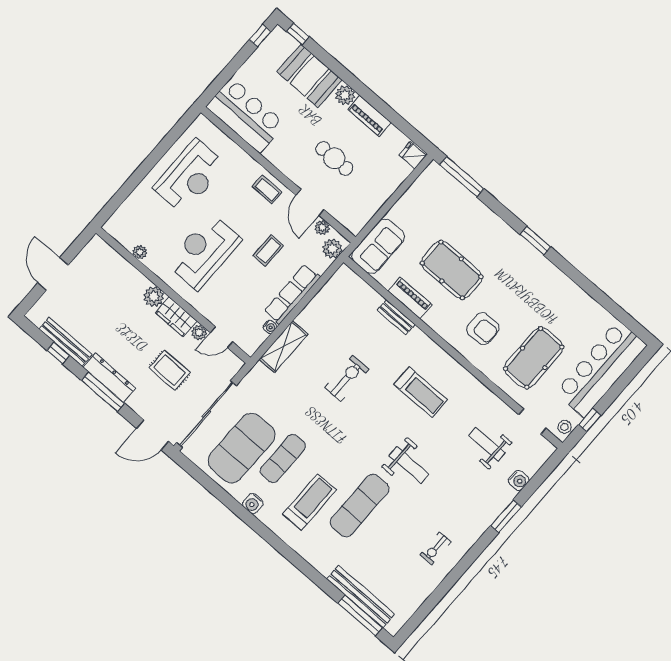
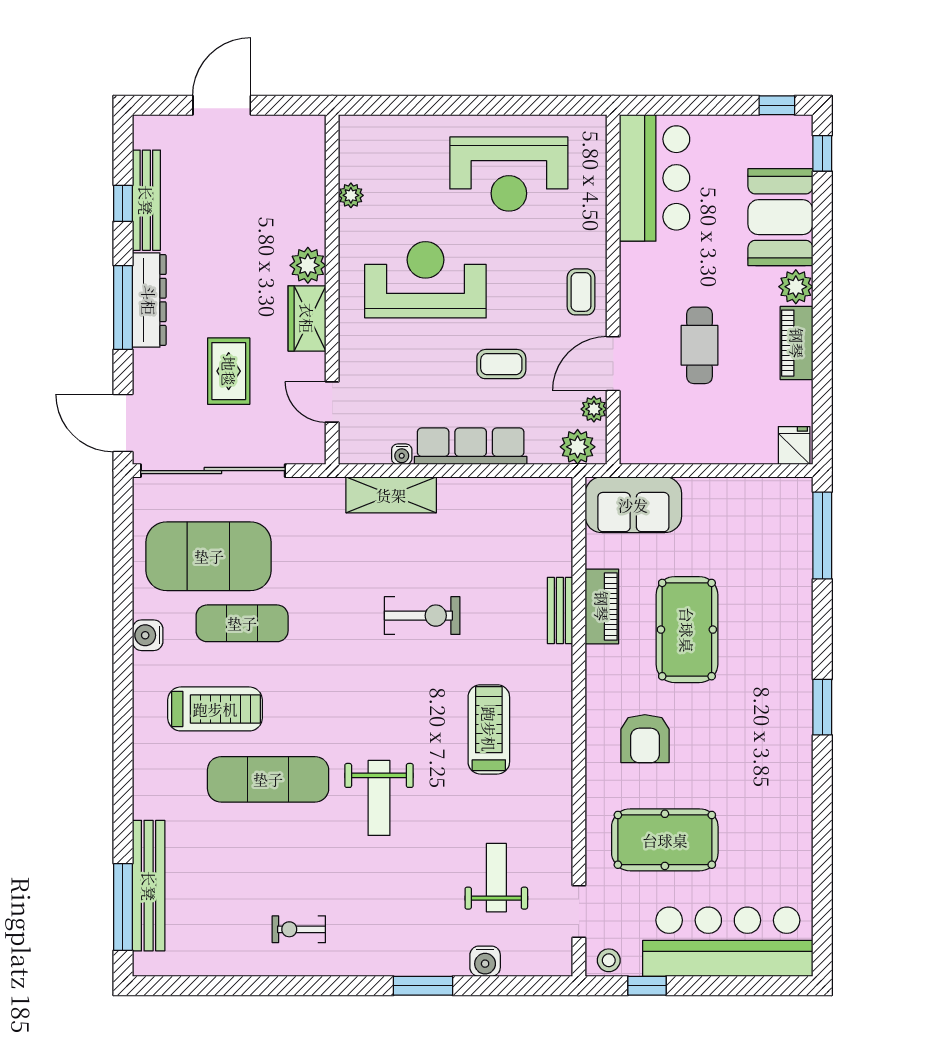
plant: (199, 332) -> (313, 367), removed
treadmill: (421, 392) -> (489, 729), turned 180

